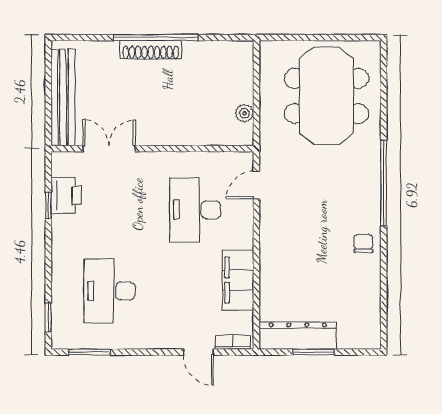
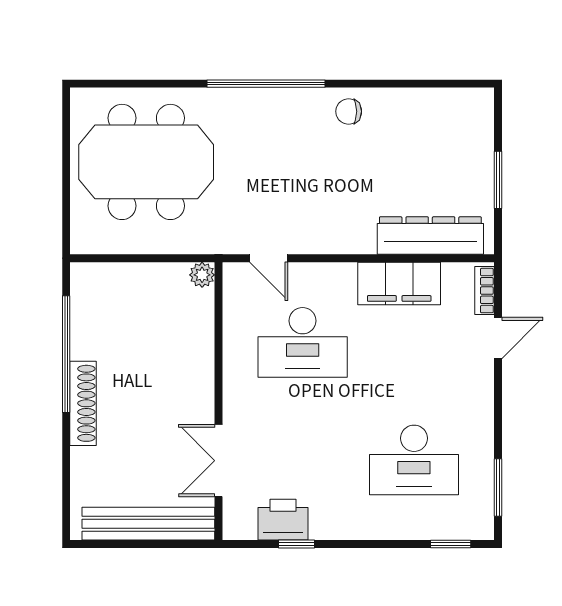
window: (156, 38) -> (66, 354), moved
plant: (244, 113) -> (202, 275), moved
dresser: (298, 336) -> (430, 236), moved, turned 90

